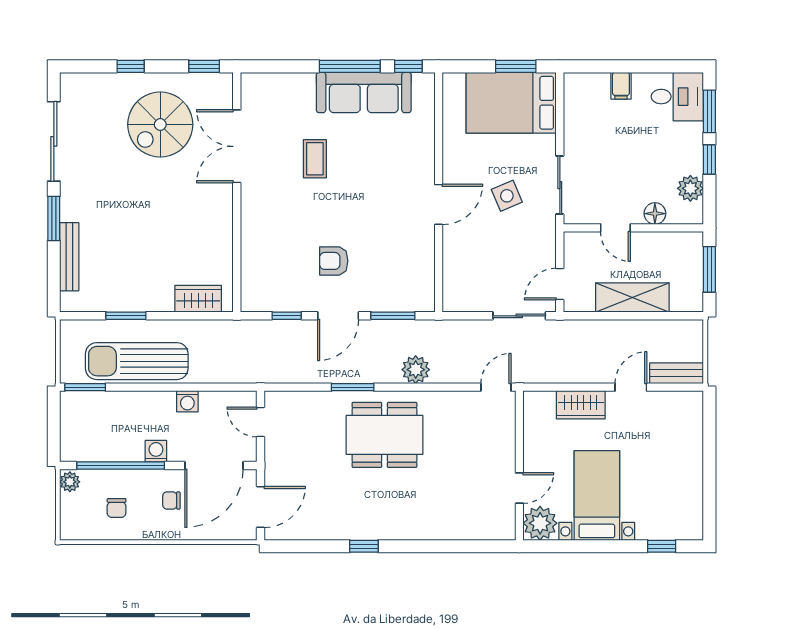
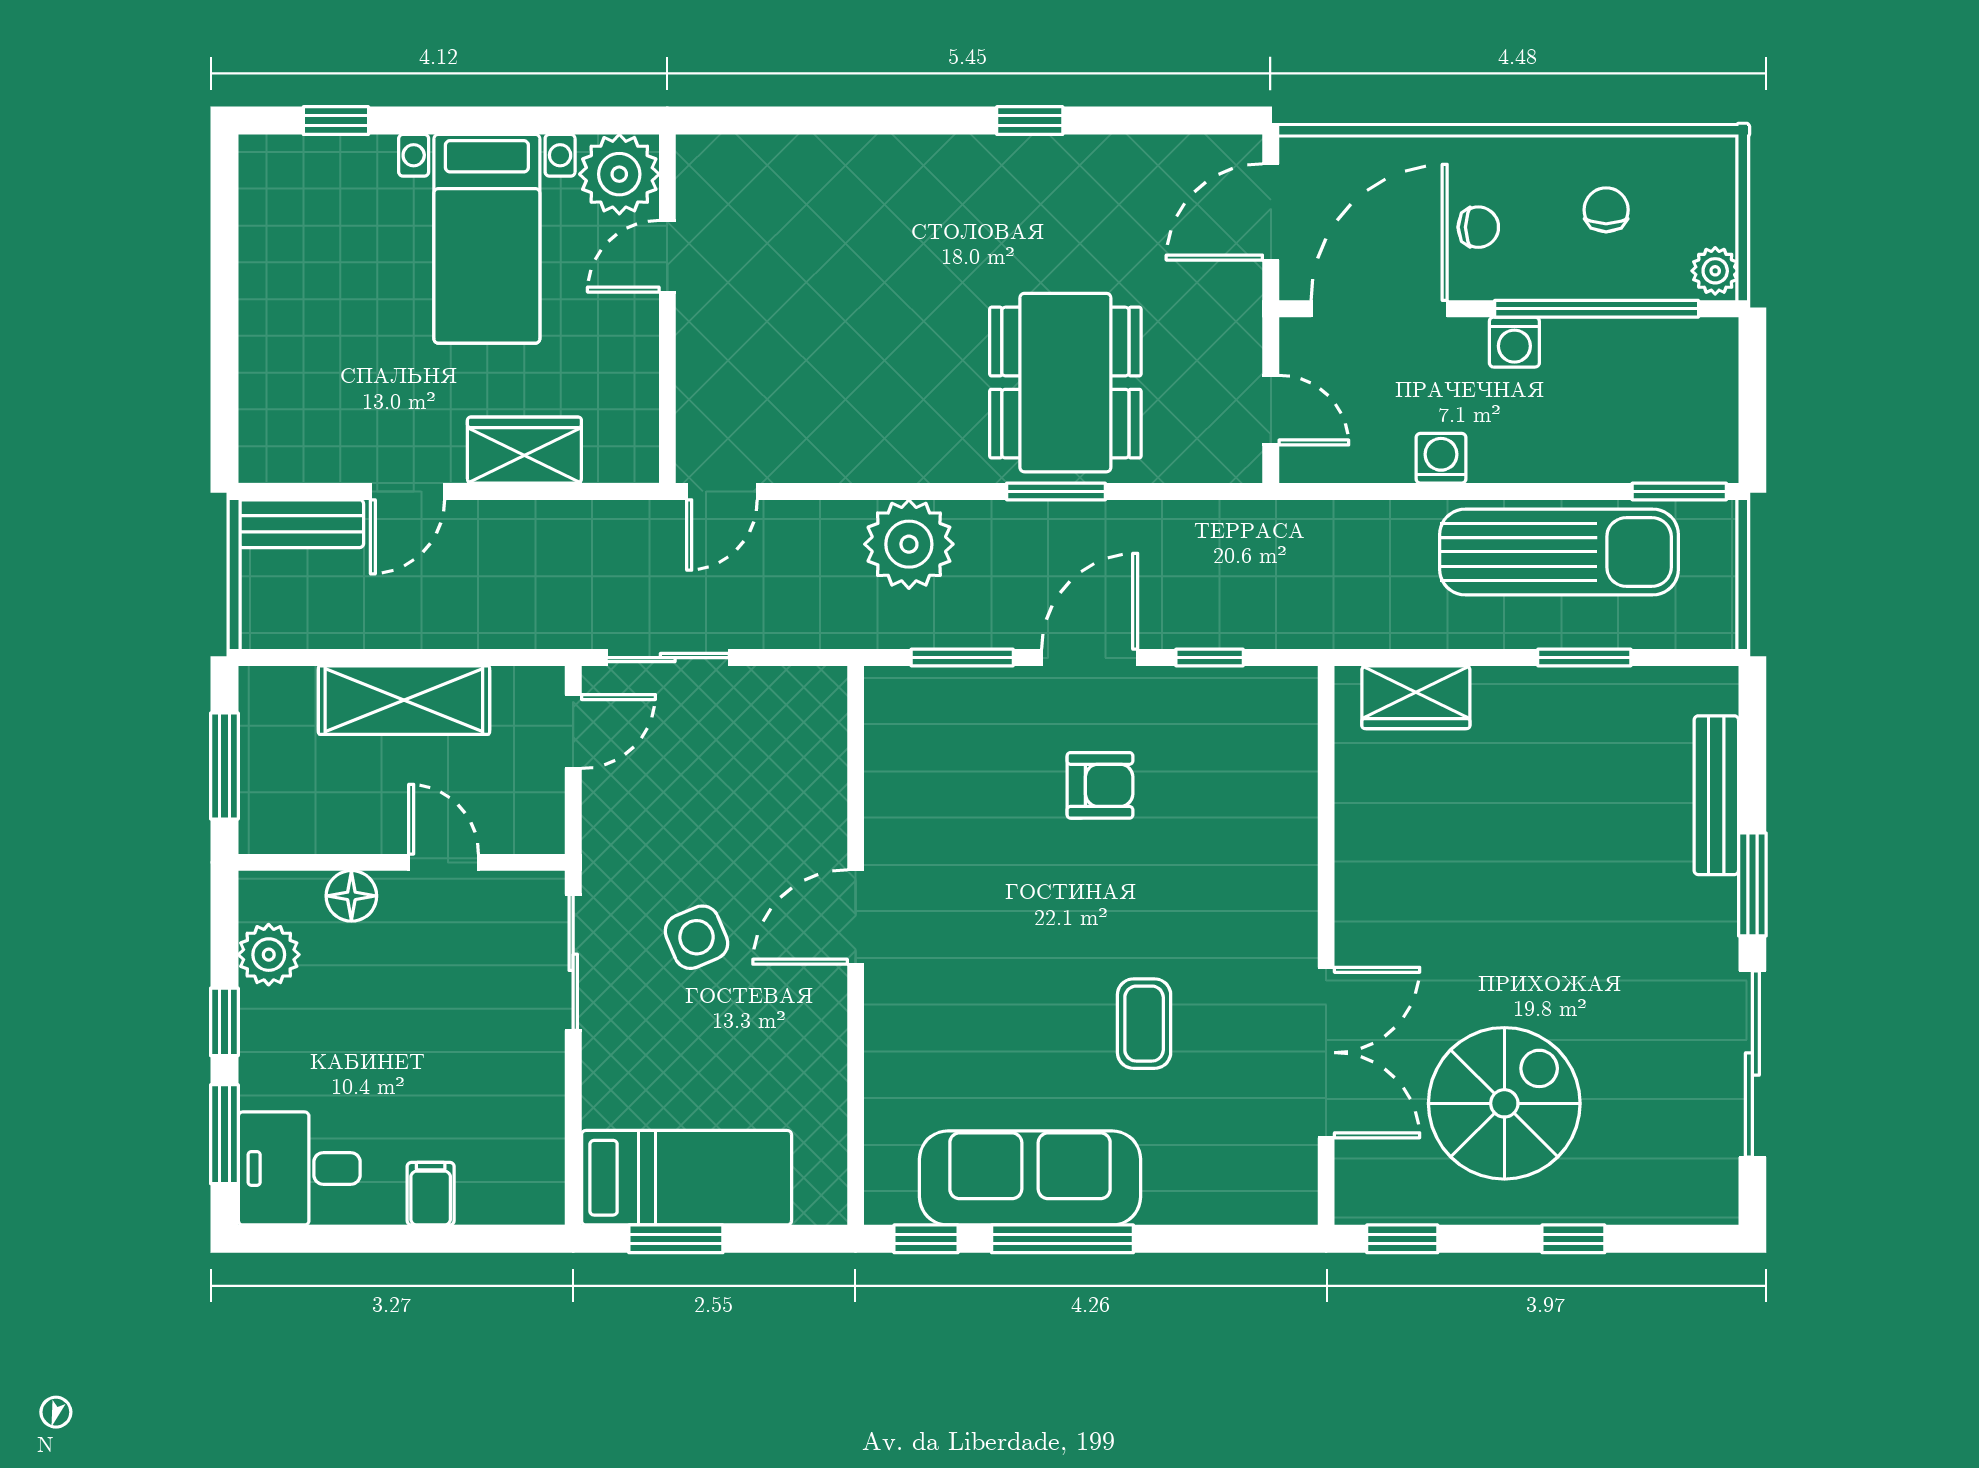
bed: (511, 103) -> (687, 1178), width x0.67
plant: (416, 370) -> (909, 544), width x1.36, depth x1.36
dining table: (385, 435) -> (1065, 383), moved, turned 90

